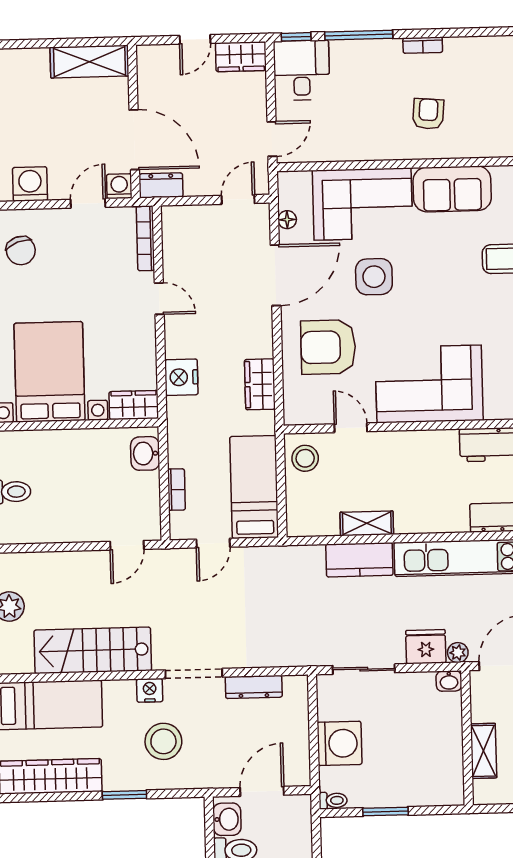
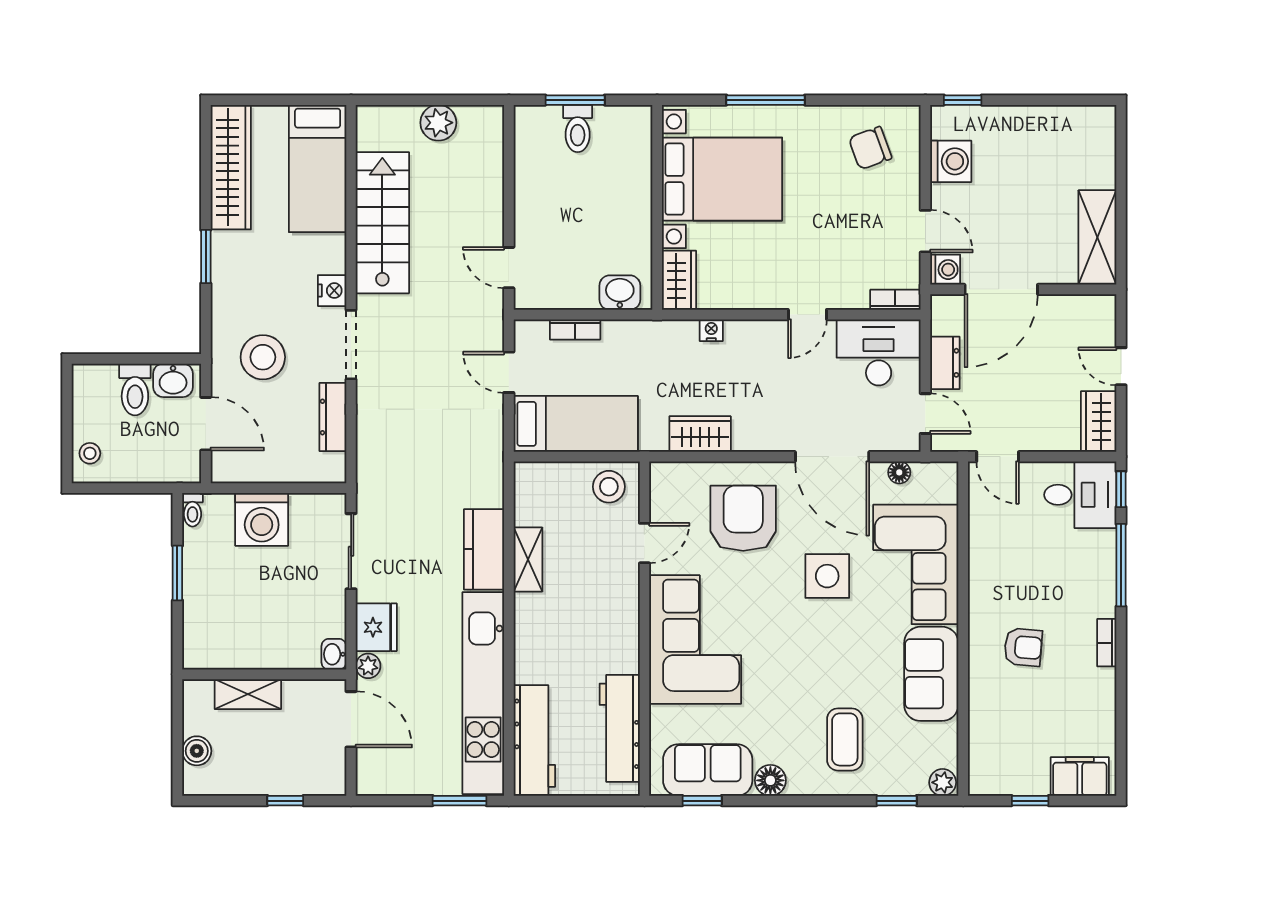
dresser: (161, 185) -> (945, 363), moved
bookcase: (145, 238) -> (895, 300), width x0.64
desk: (189, 239) -> (879, 352), added
nightstand: (181, 377) -> (711, 330), width x0.53, depth x0.56
stool: (163, 741) -> (263, 357), moved

